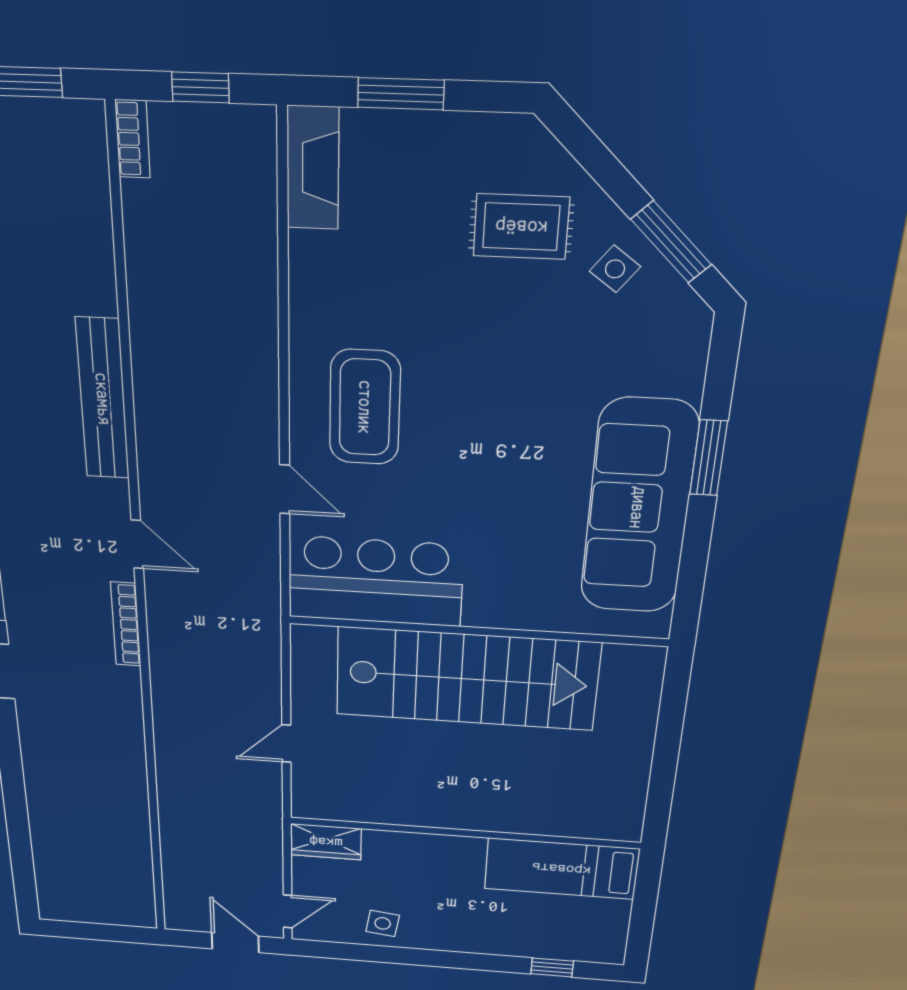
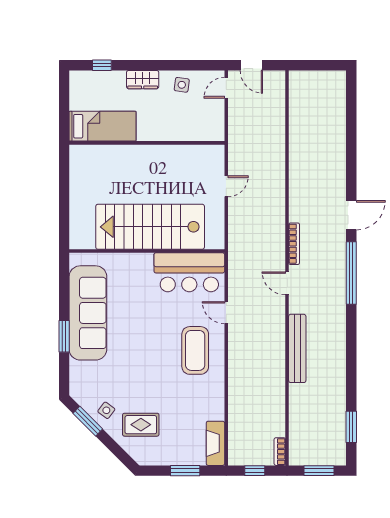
wardrobe: (326, 842) -> (143, 80), moved, turned 180

